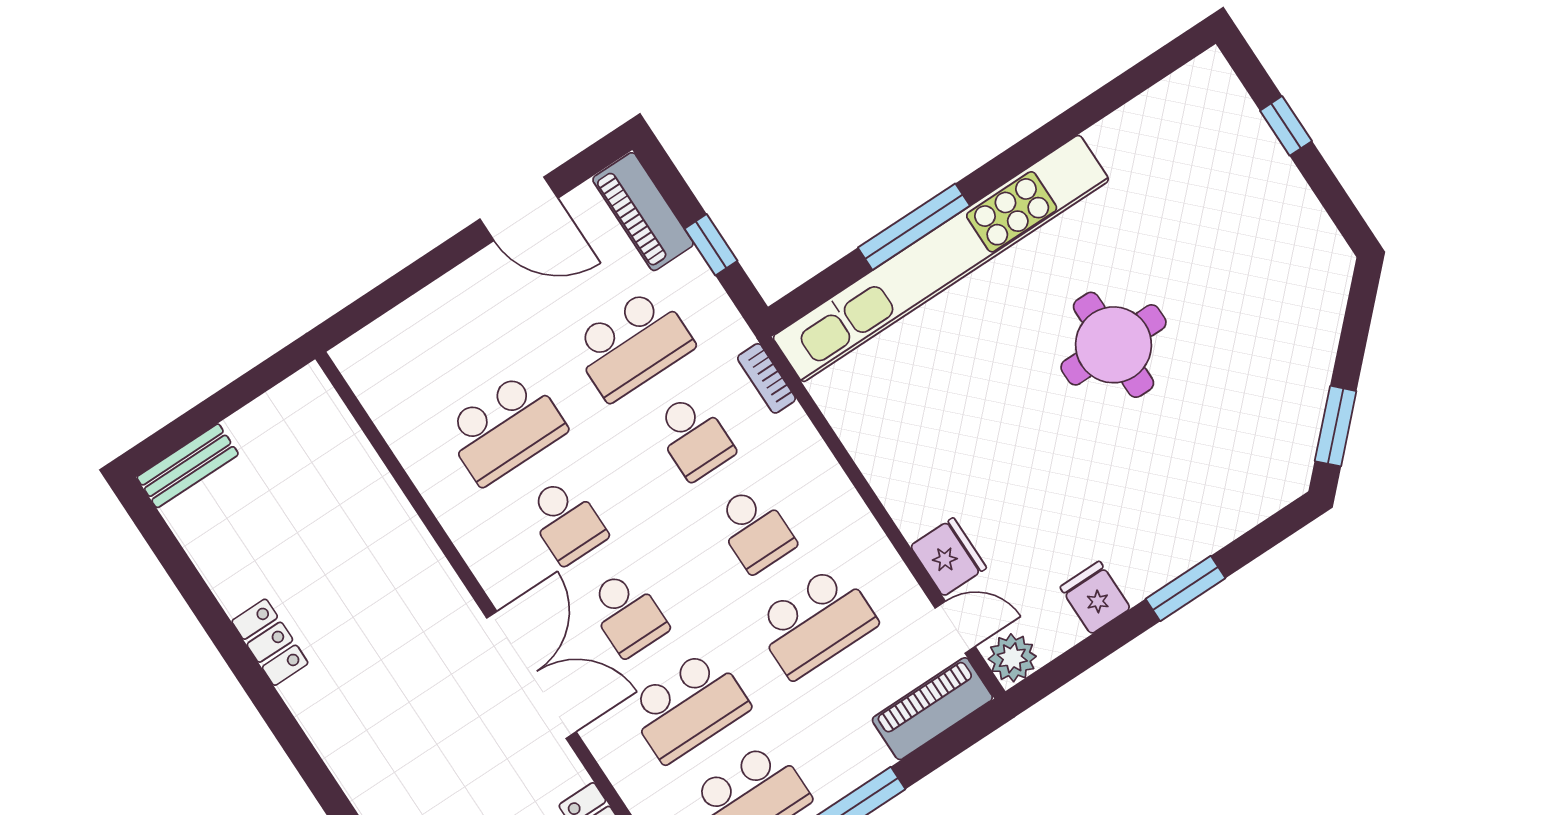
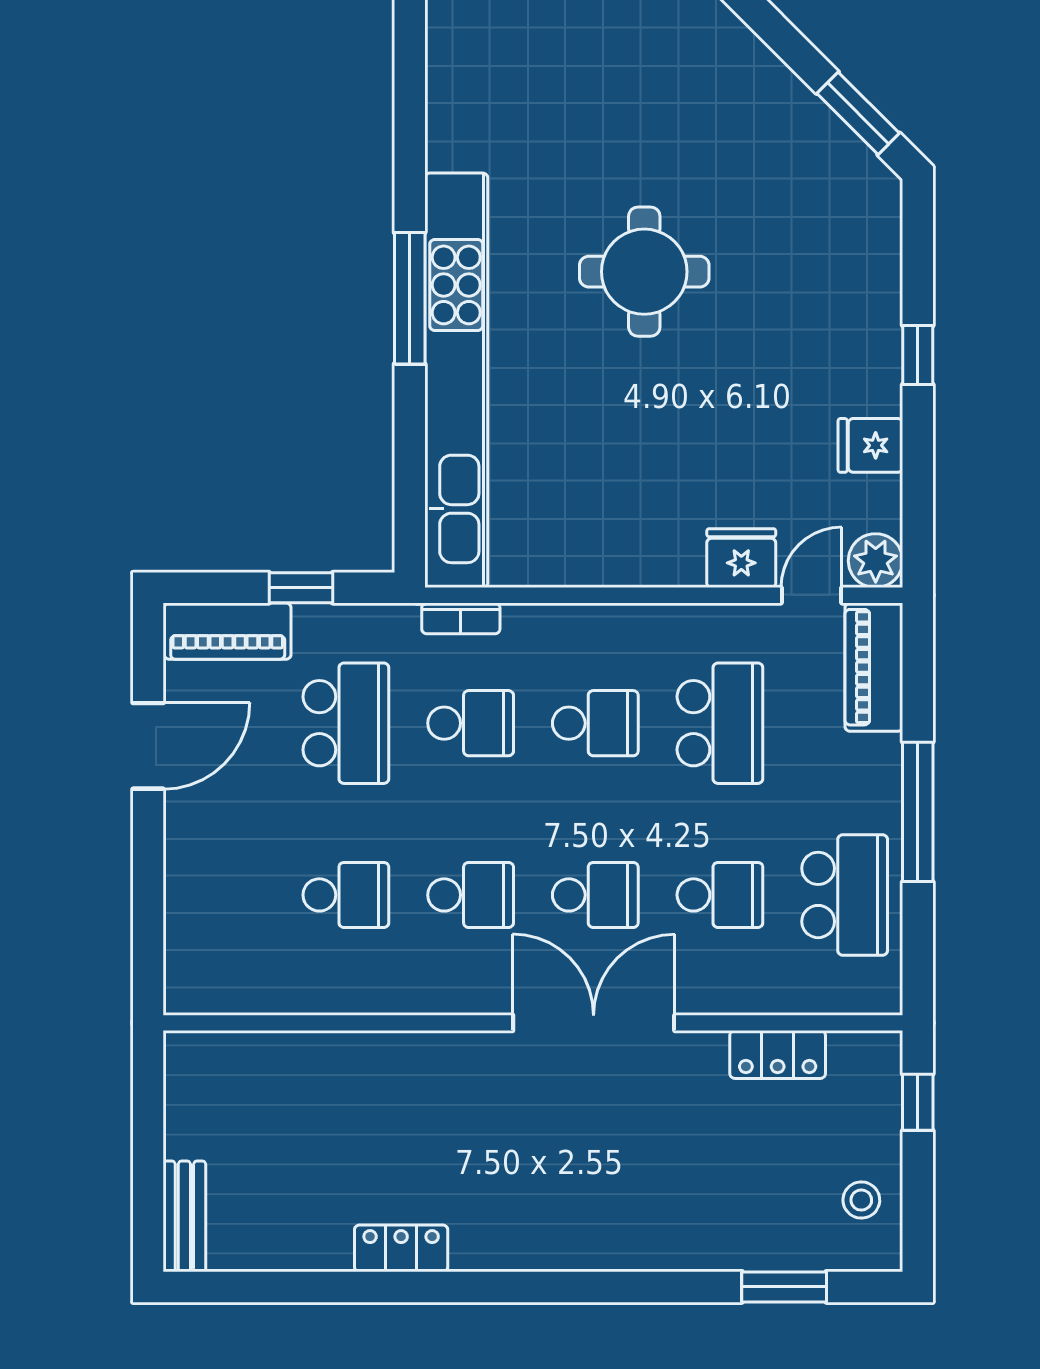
window: (914, 227) -> (410, 298), moved
school desk: (505, 428) -> (346, 895), width x0.54
window: (1185, 588) -> (918, 355), width x0.67
school desk: (688, 706) -> (720, 895), width x0.54

